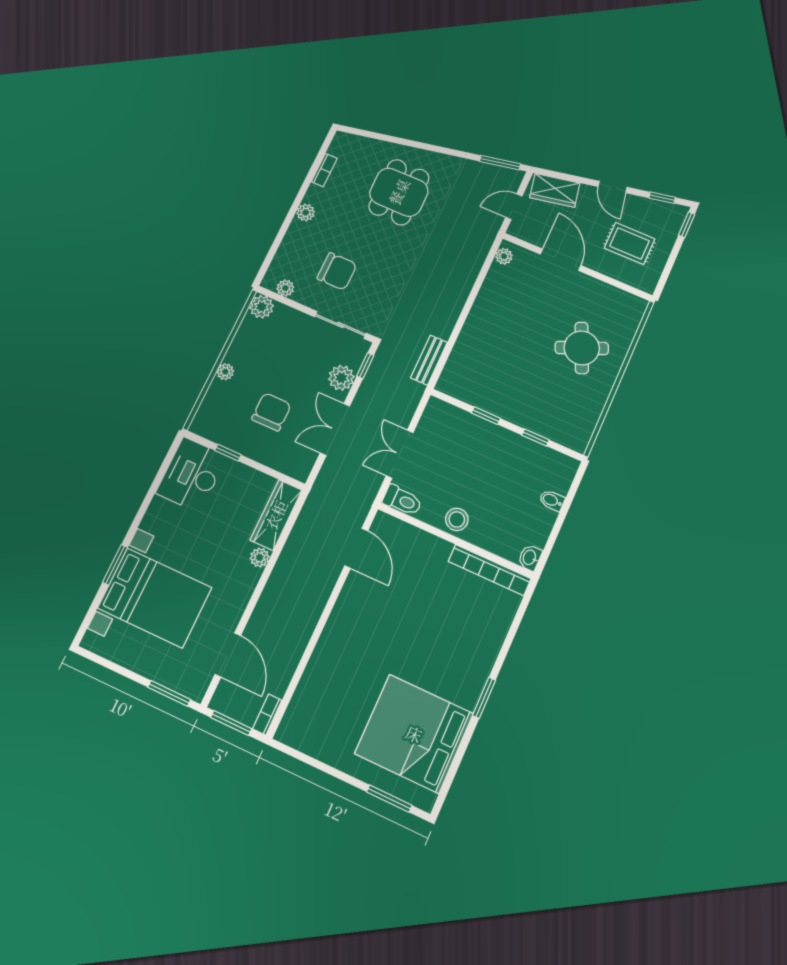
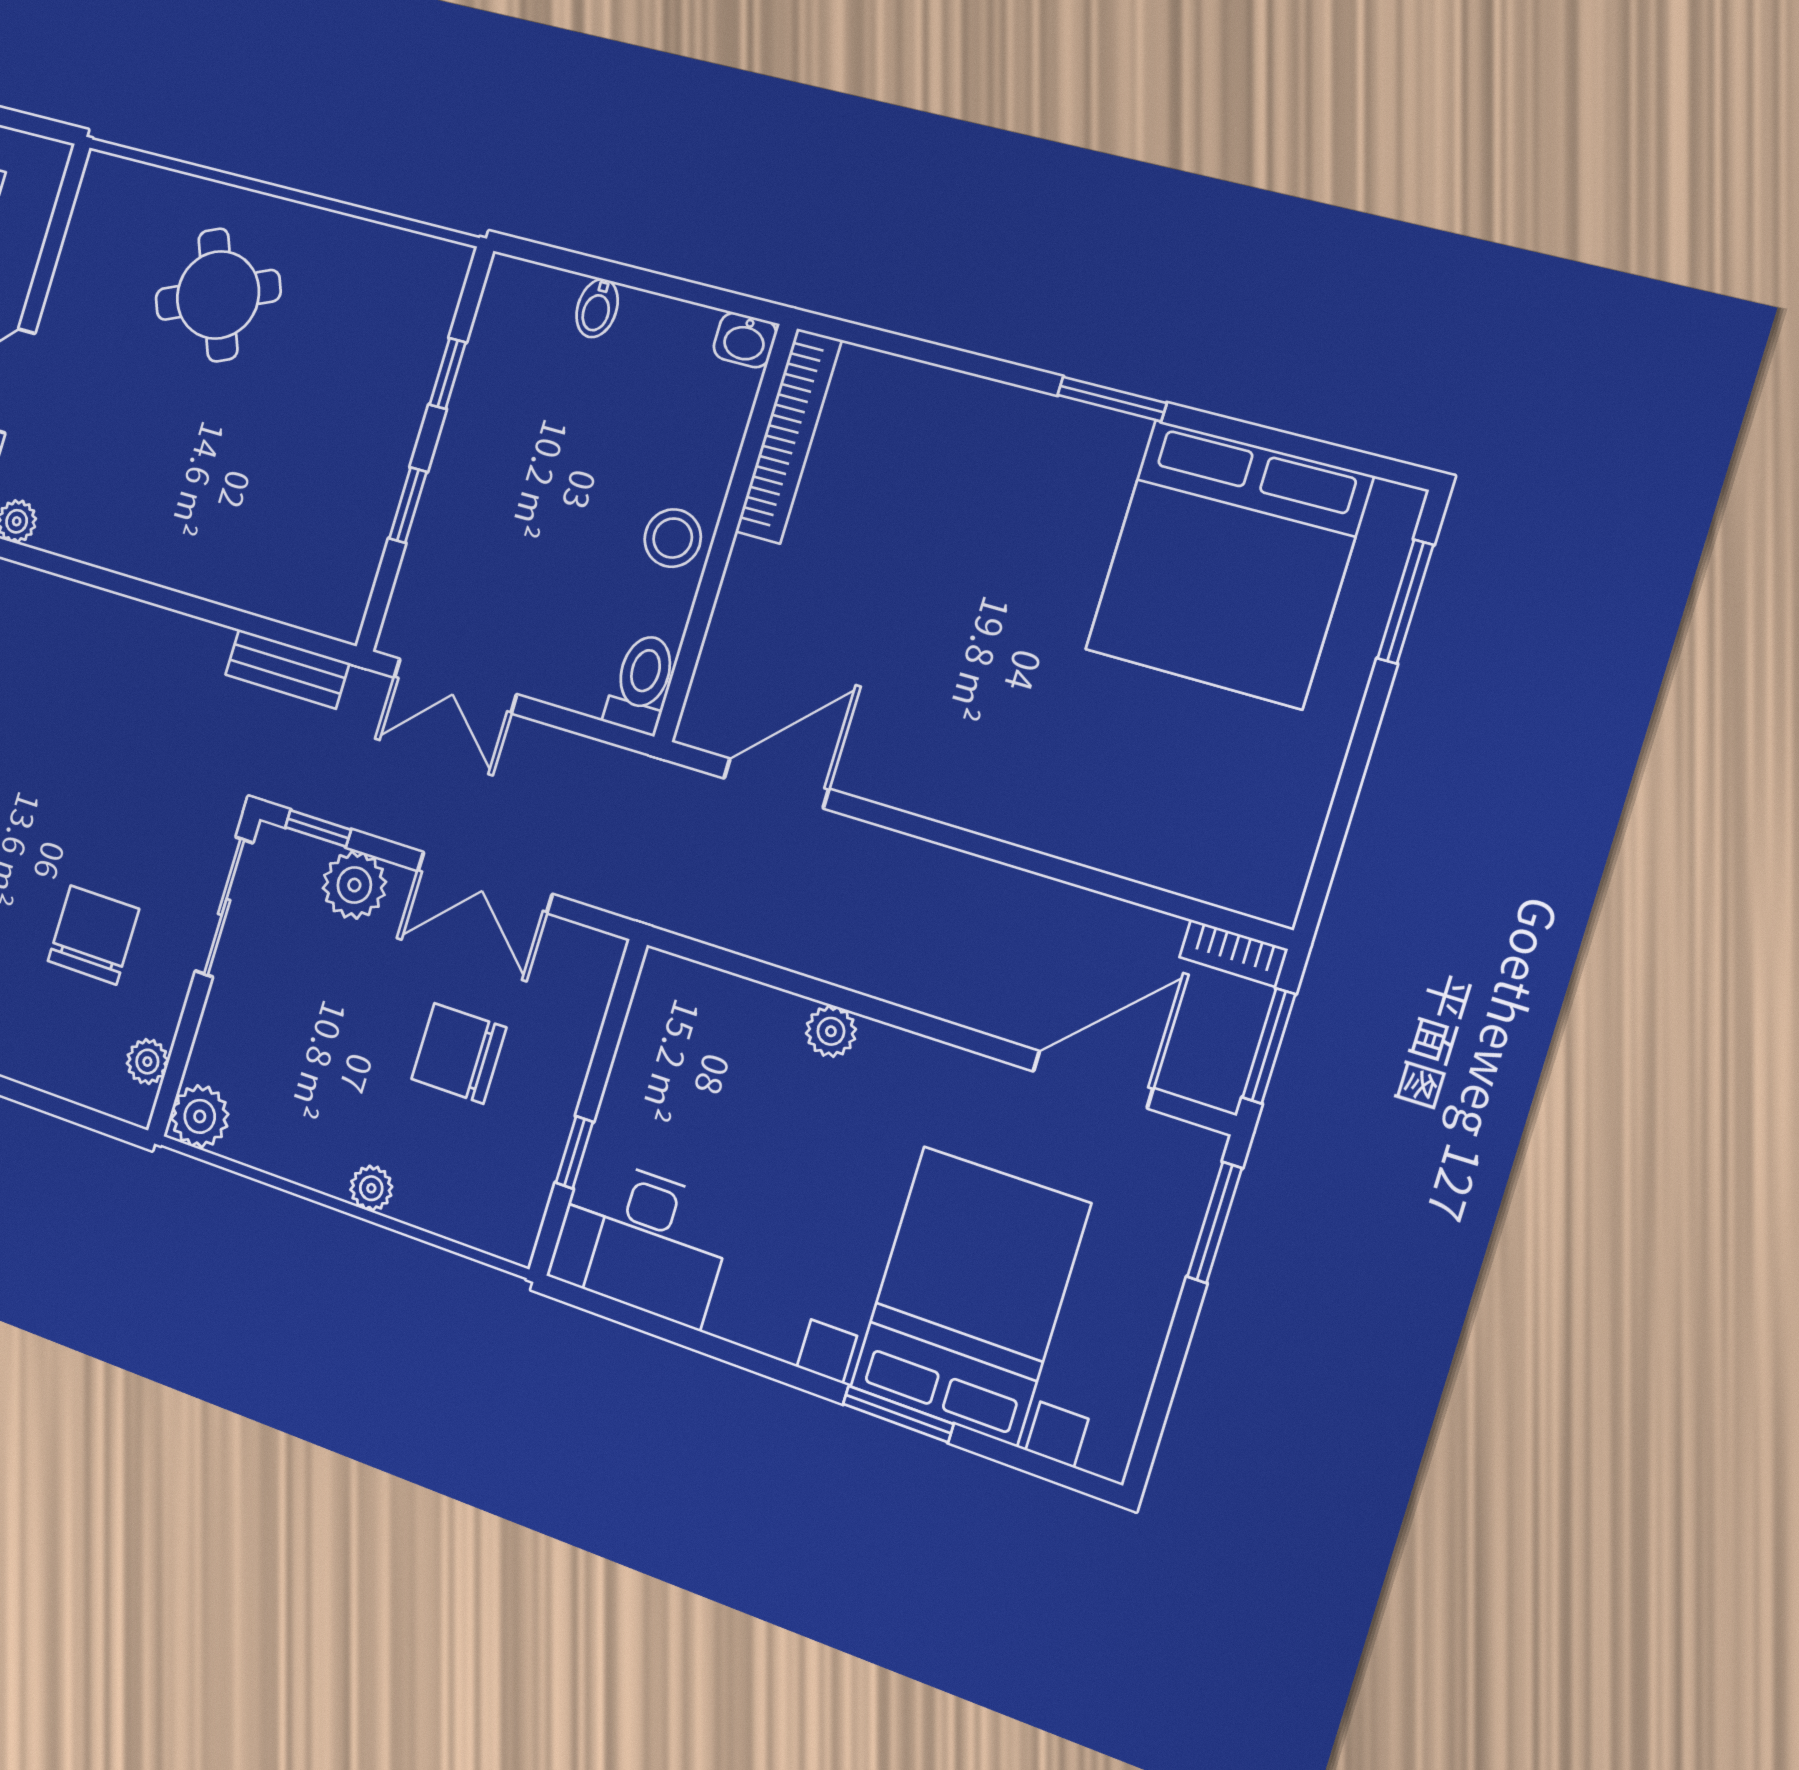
double door: (400, 454) -> (455, 686), moved
wardrobe: (276, 515) -> (718, 1003), removed

